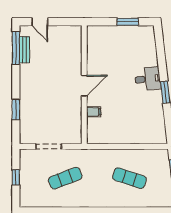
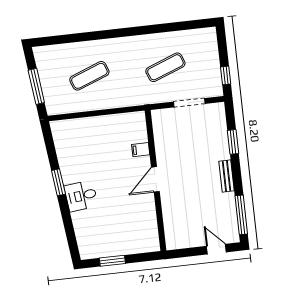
bench: (25, 50) -> (227, 176), moved
window: (16, 177) -> (226, 75), moved
exercise mat: (129, 178) -> (89, 76), turned -39

